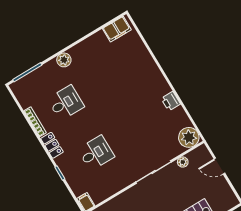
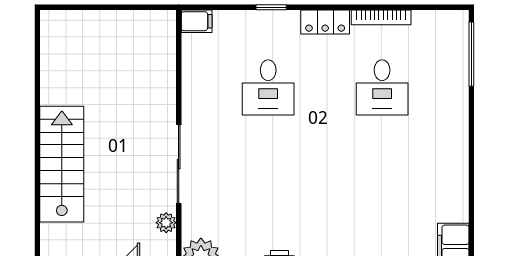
plant: (64, 60) -> (455, 128), removed

